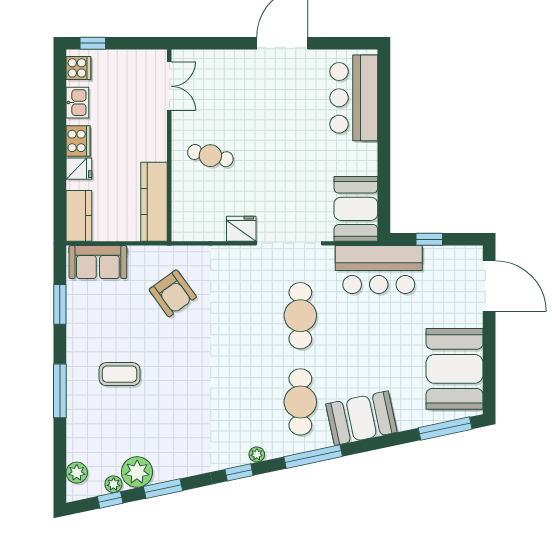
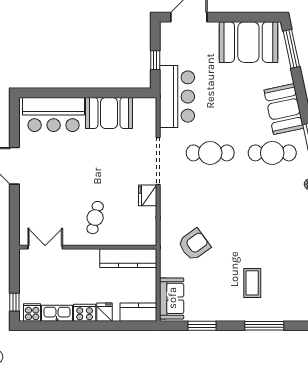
kitchen sink: (77, 103) -> (57, 313), width x1.38
booth: (356, 209) -> (109, 113), moved

